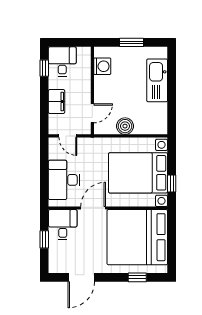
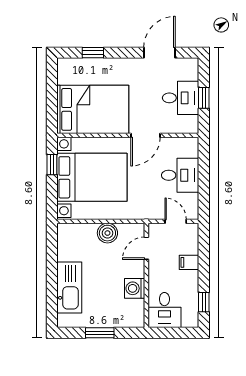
desk: (62, 62) -> (164, 310), moved
washing machine: (102, 66) -> (135, 288), moved
filing cabinet: (57, 101) -> (189, 262), width x0.50
desk: (64, 180) -> (180, 175), width x0.73
desk: (63, 225) -> (181, 98), moved, turned -90
bed: (137, 237) -> (93, 109), width x0.73

